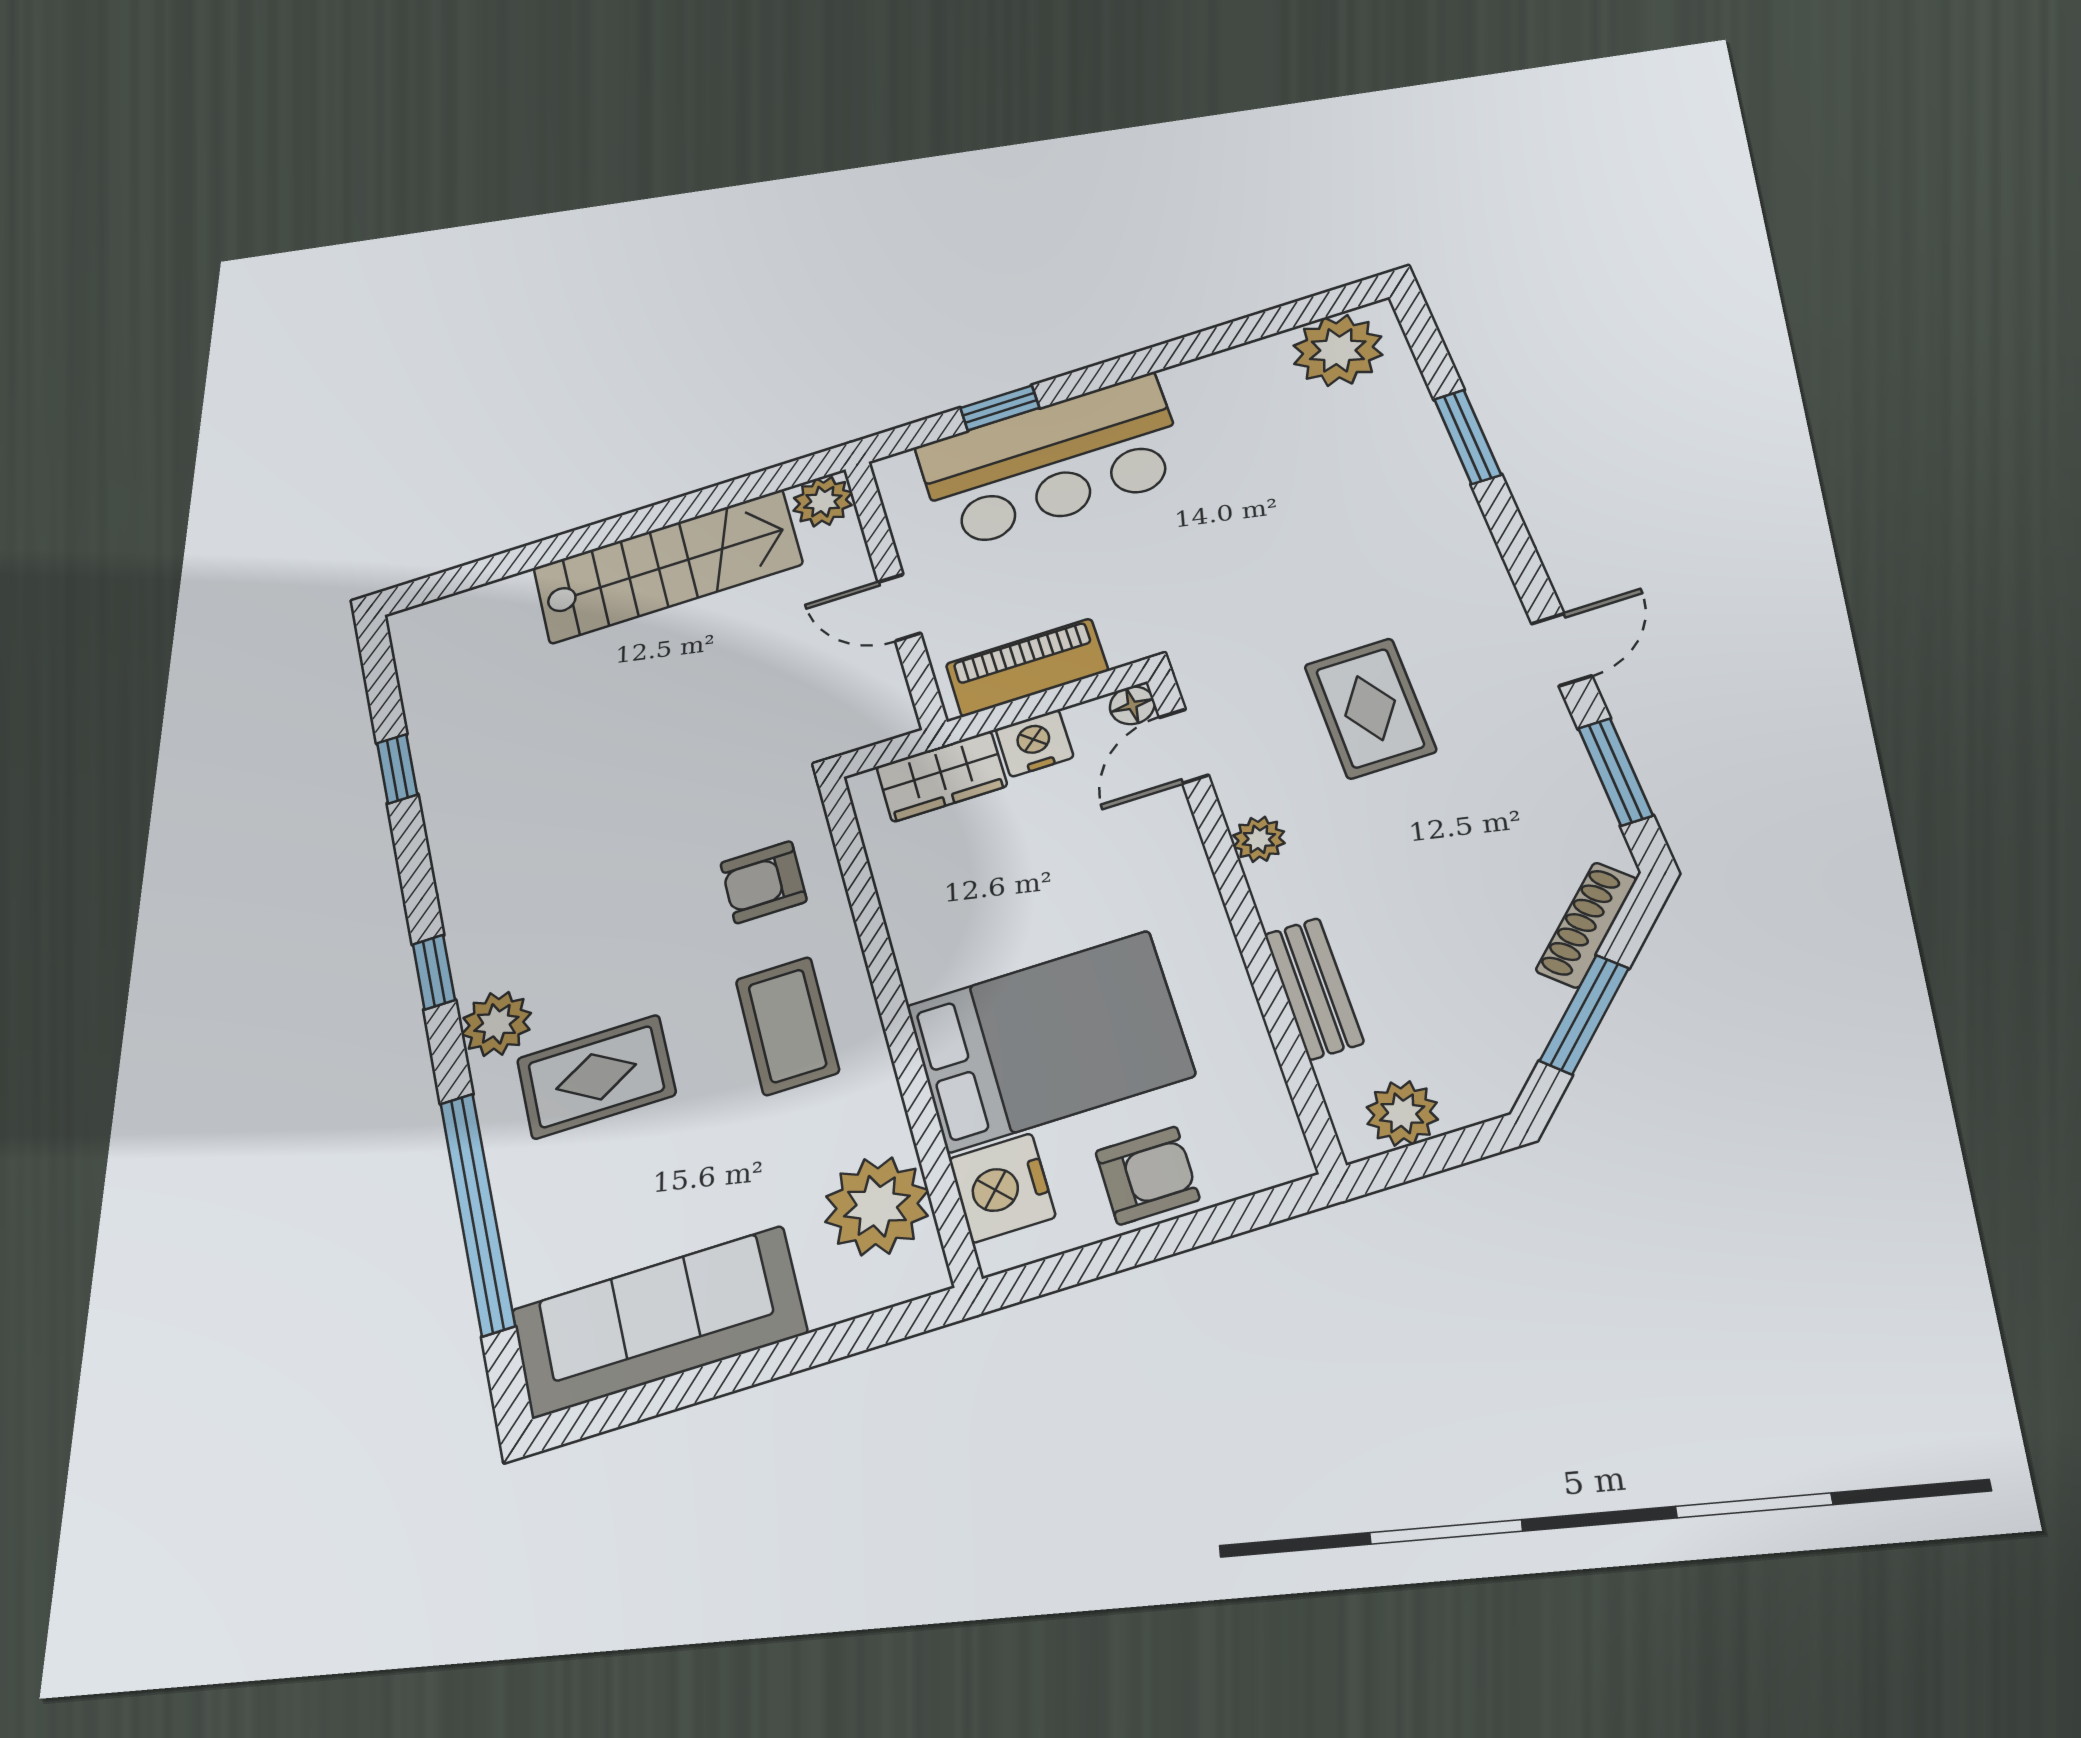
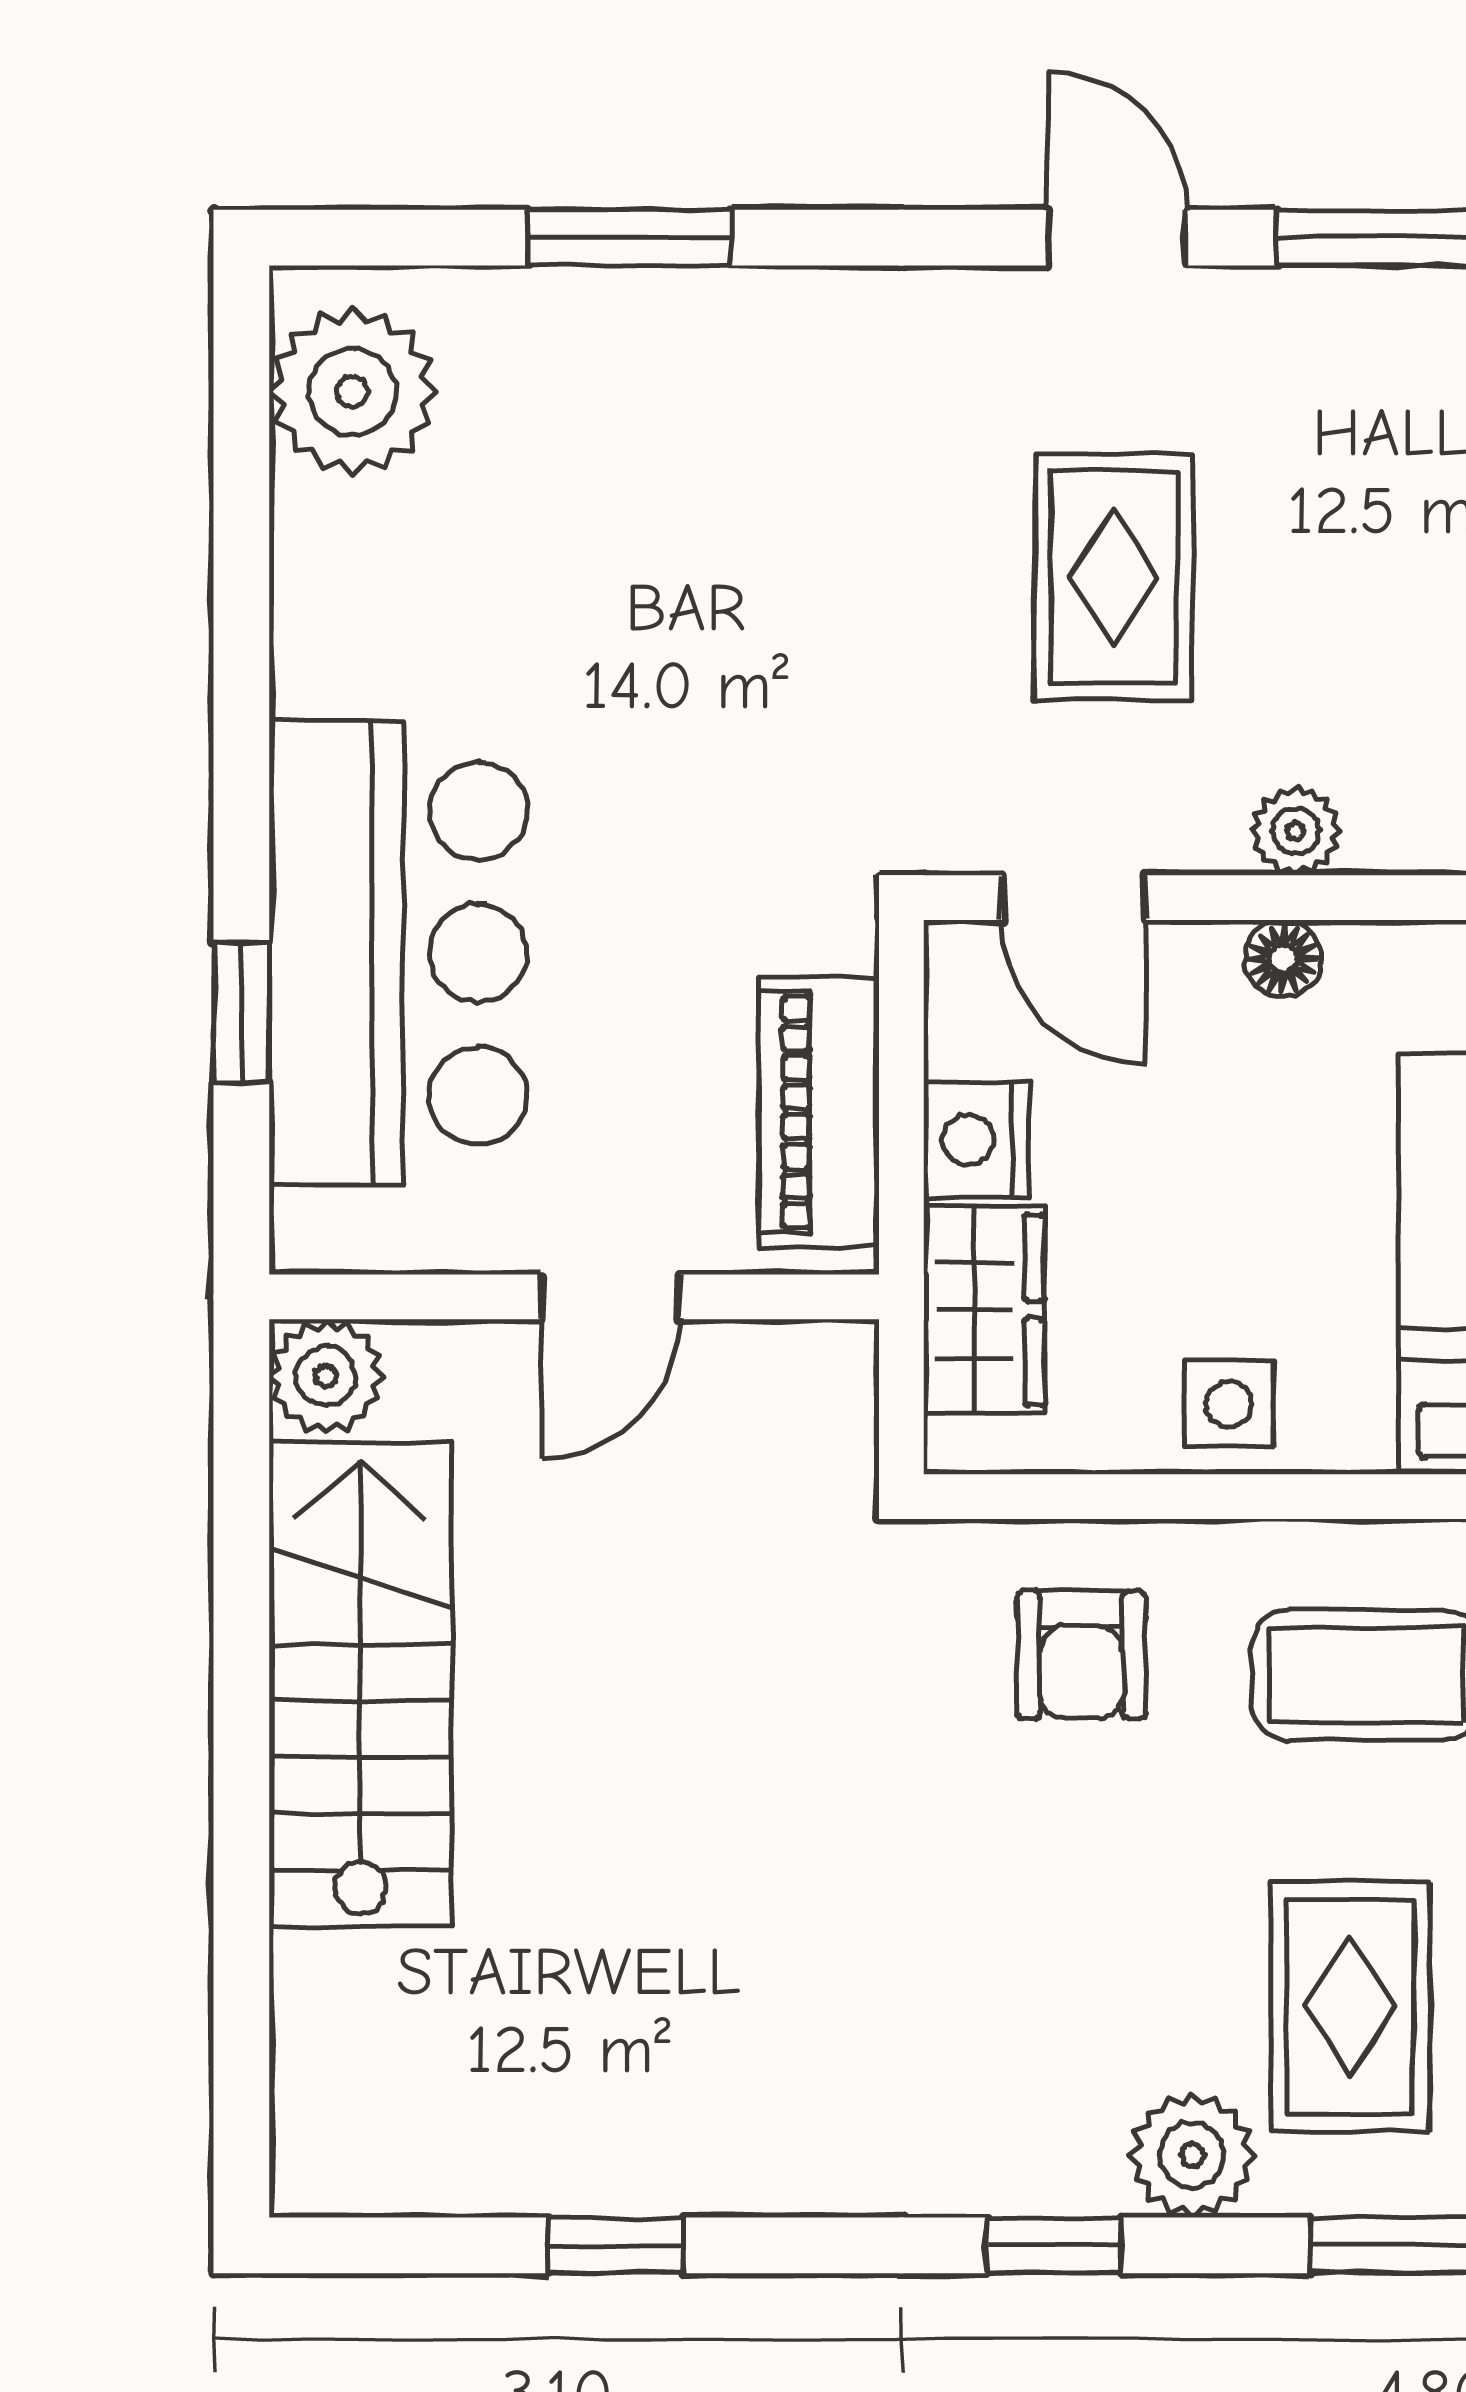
floor lamp: (1132, 705) -> (1283, 959), moved
rug: (1370, 708) -> (1114, 577), turned 90
side table: (923, 909) -> (1229, 1404), added

